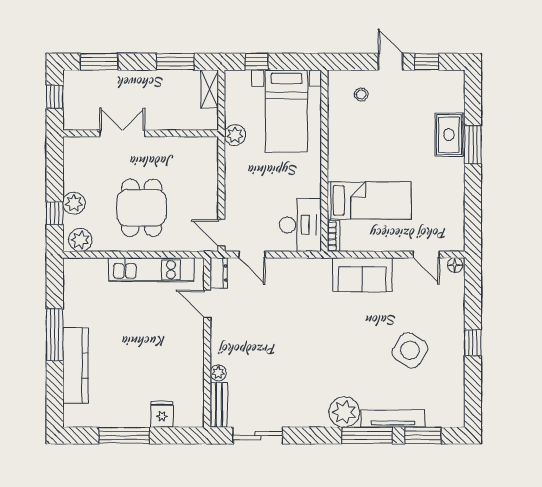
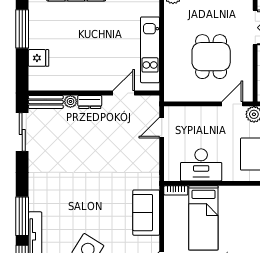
dining table: (142, 208) -> (211, 57), moved, turned 90
desk: (300, 225) -> (201, 165), moved
door: (221, 233) -> (232, 104), moved
dresser: (219, 273) -> (90, 102), moved
plant: (344, 412) -> (40, 199), removed

